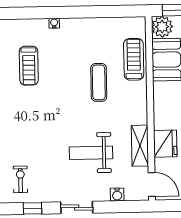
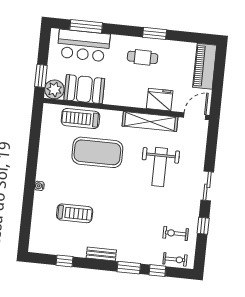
exercise mat: (99, 82) -> (97, 152), width x2.00, depth x1.45
shelving: (140, 146) -> (150, 122), width x1.47
water cooler: (117, 195) -> (200, 148), removed

